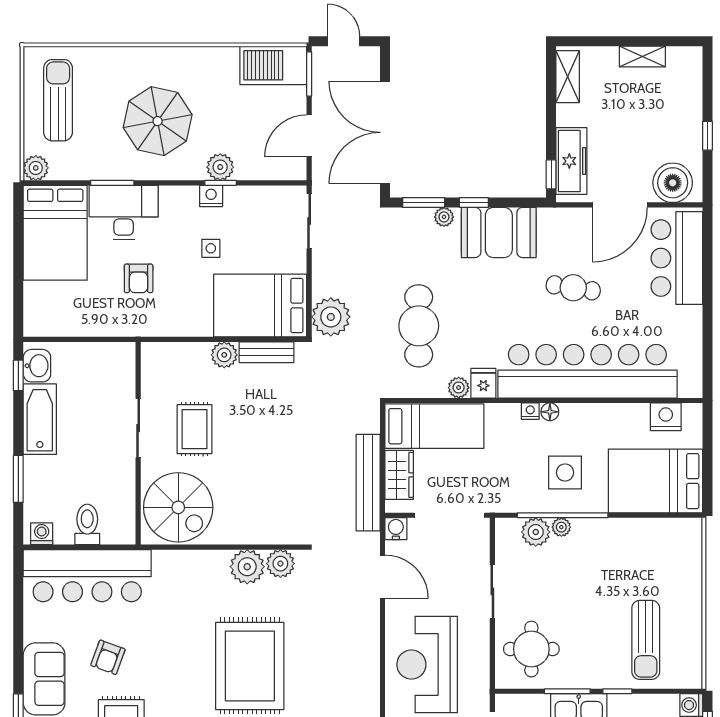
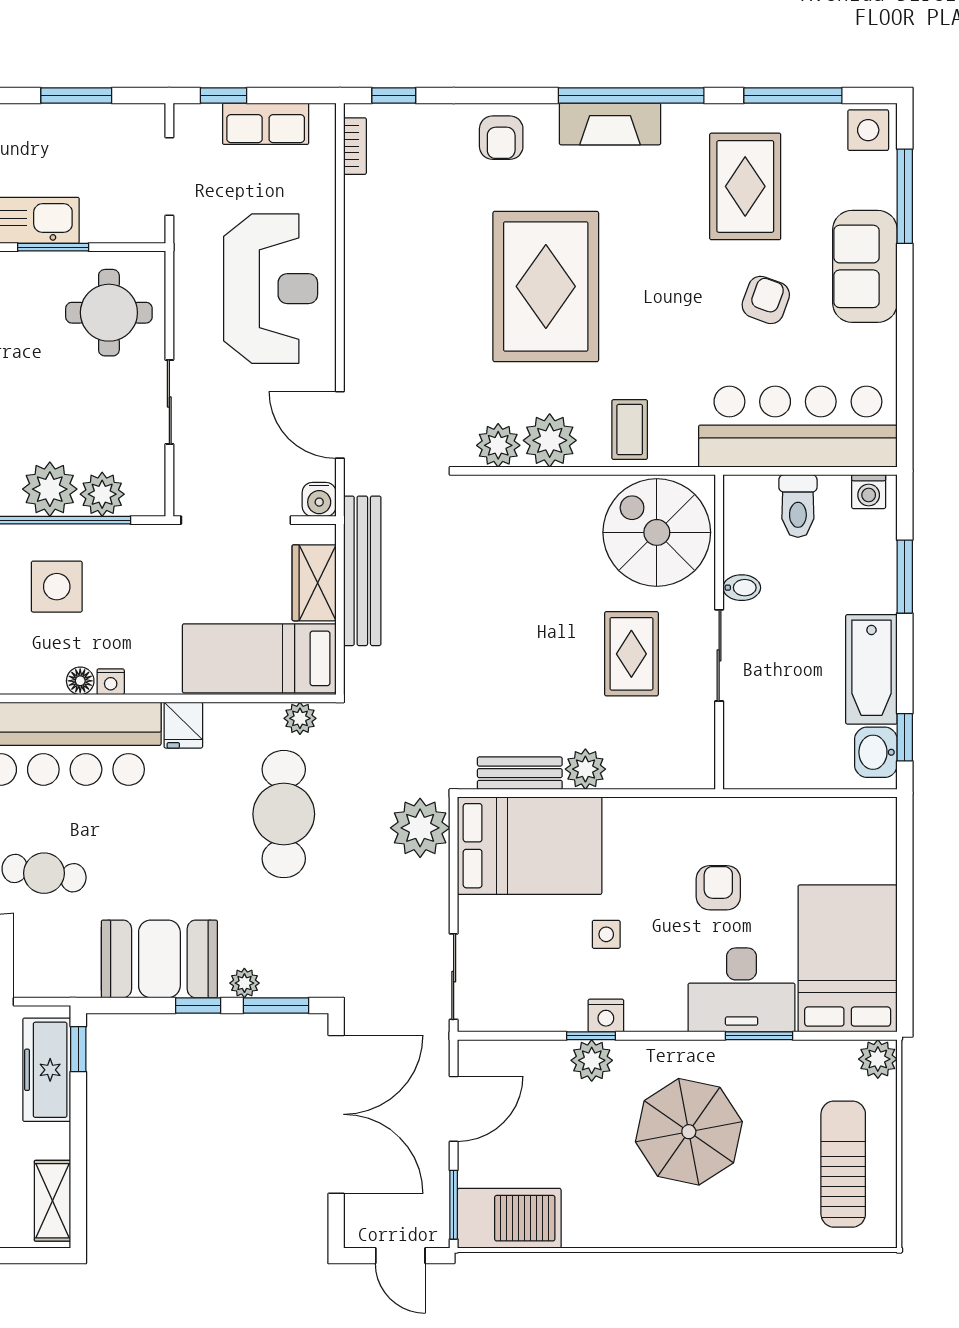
sun lounger: (58, 100) -> (843, 1164), turned 180
plant: (459, 388) -> (300, 718), moved
bidet: (123, 472) -> (742, 588), added
plant: (561, 527) -> (50, 489), width x1.87, depth x1.87
coffee table: (196, 574) -> (630, 430), added

